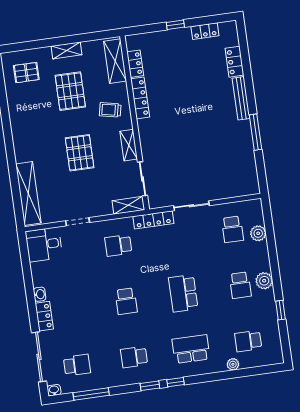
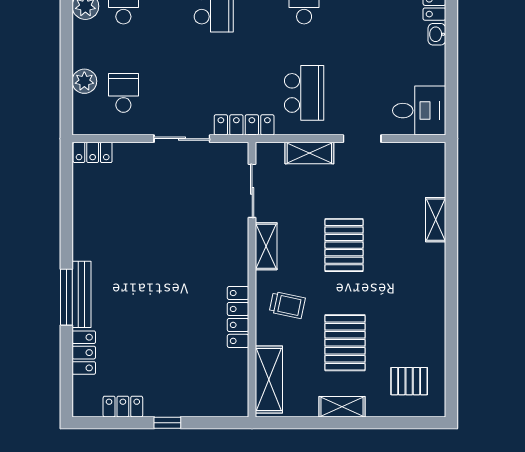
locker: (135, 64) -> (93, 152), moved, turned -90
window: (256, 132) -> (66, 297), moved
shelving: (28, 194) -> (436, 220), width x0.45, depth x0.75
shelving: (128, 205) -> (309, 153), moved
school desk: (118, 245) -> (304, 93), width x1.85

